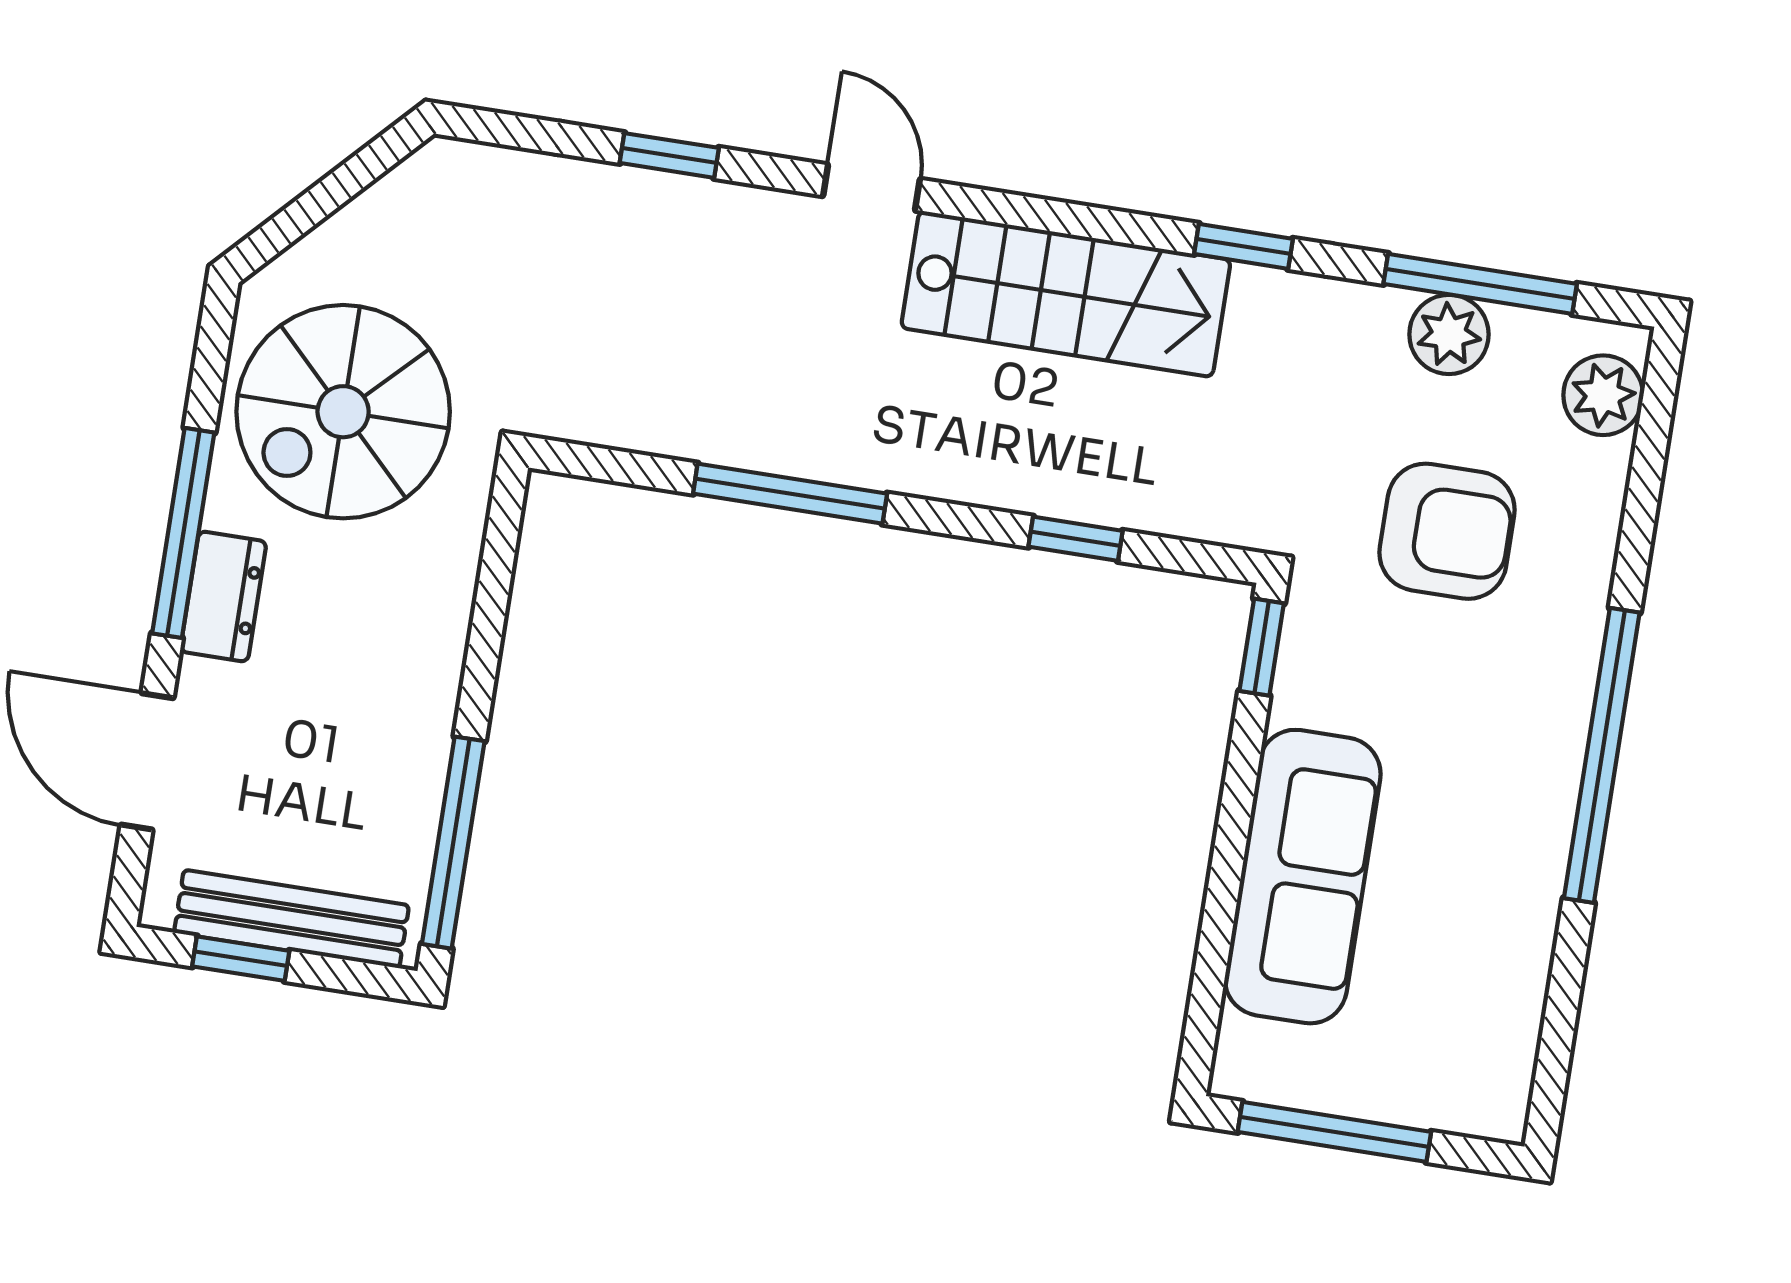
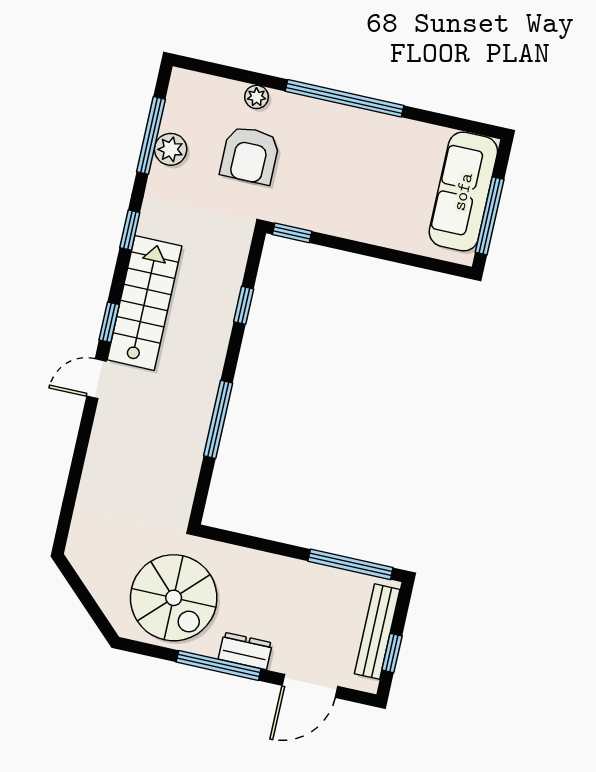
window: (669, 155) -> (109, 322), moved
plant: (1603, 395) -> (257, 97), moved, width x0.73, depth x0.73
armchair: (1447, 531) -> (250, 155), turned 180
sofa: (1303, 877) -> (463, 192), moved, turned -90

